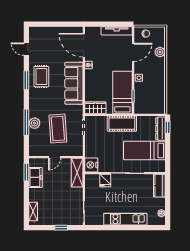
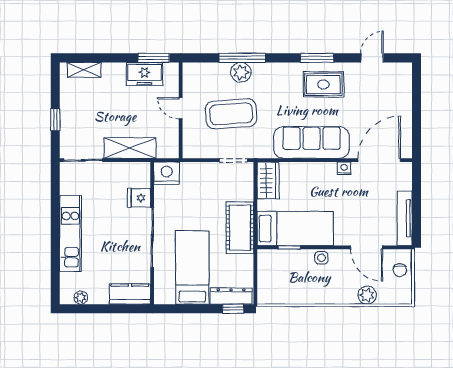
shelving: (77, 173) -> (130, 148), moved

